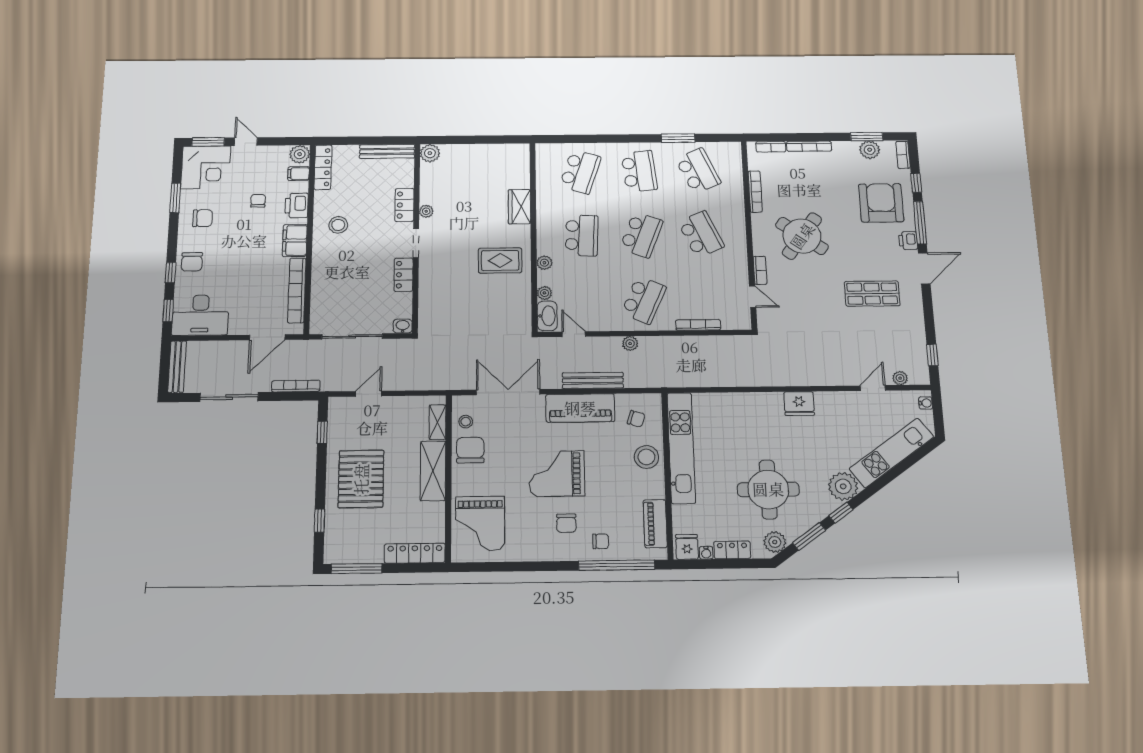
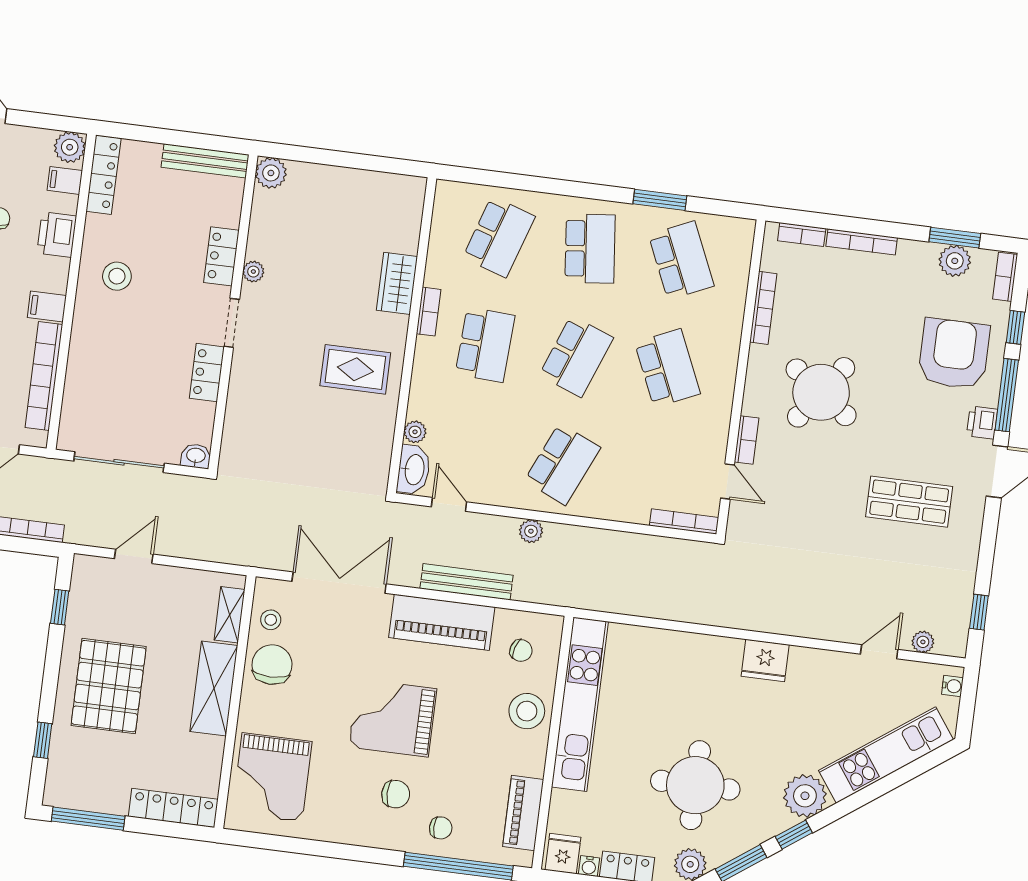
bookcase: (542, 220) -> (429, 312), added
filing cabinet: (295, 240) -> (47, 307), width x0.50
plant: (544, 263) -> (422, 382), removed
bookcase: (698, 325) -> (684, 522), moved
chair: (566, 523) -> (396, 794), turned -90

